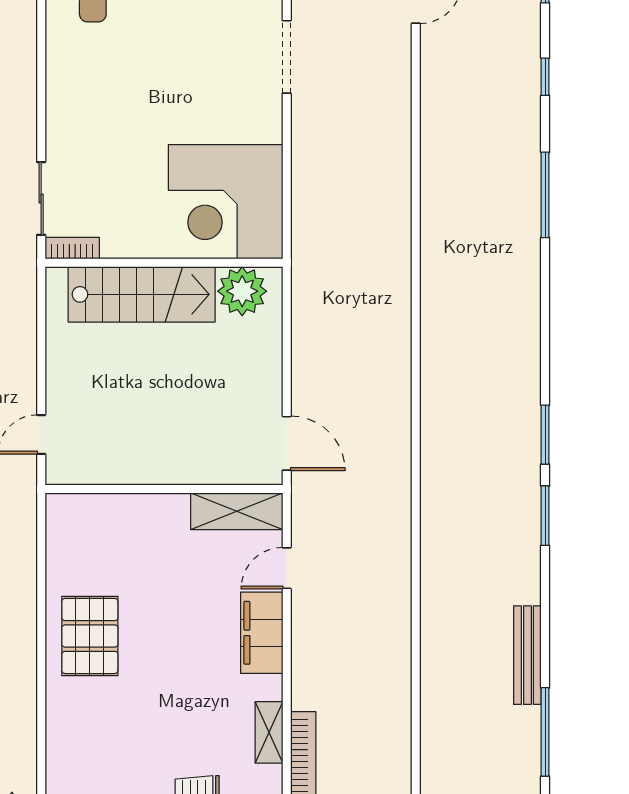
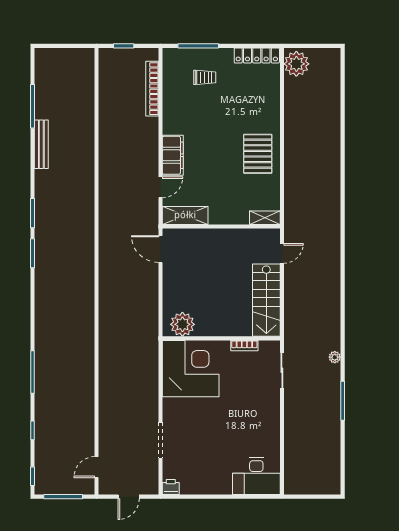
bookcase: (72, 248) -> (244, 346), moved
stairs: (142, 294) -> (266, 300), moved, turned -90
shelving: (269, 732) -> (265, 218), moved, turned 90

